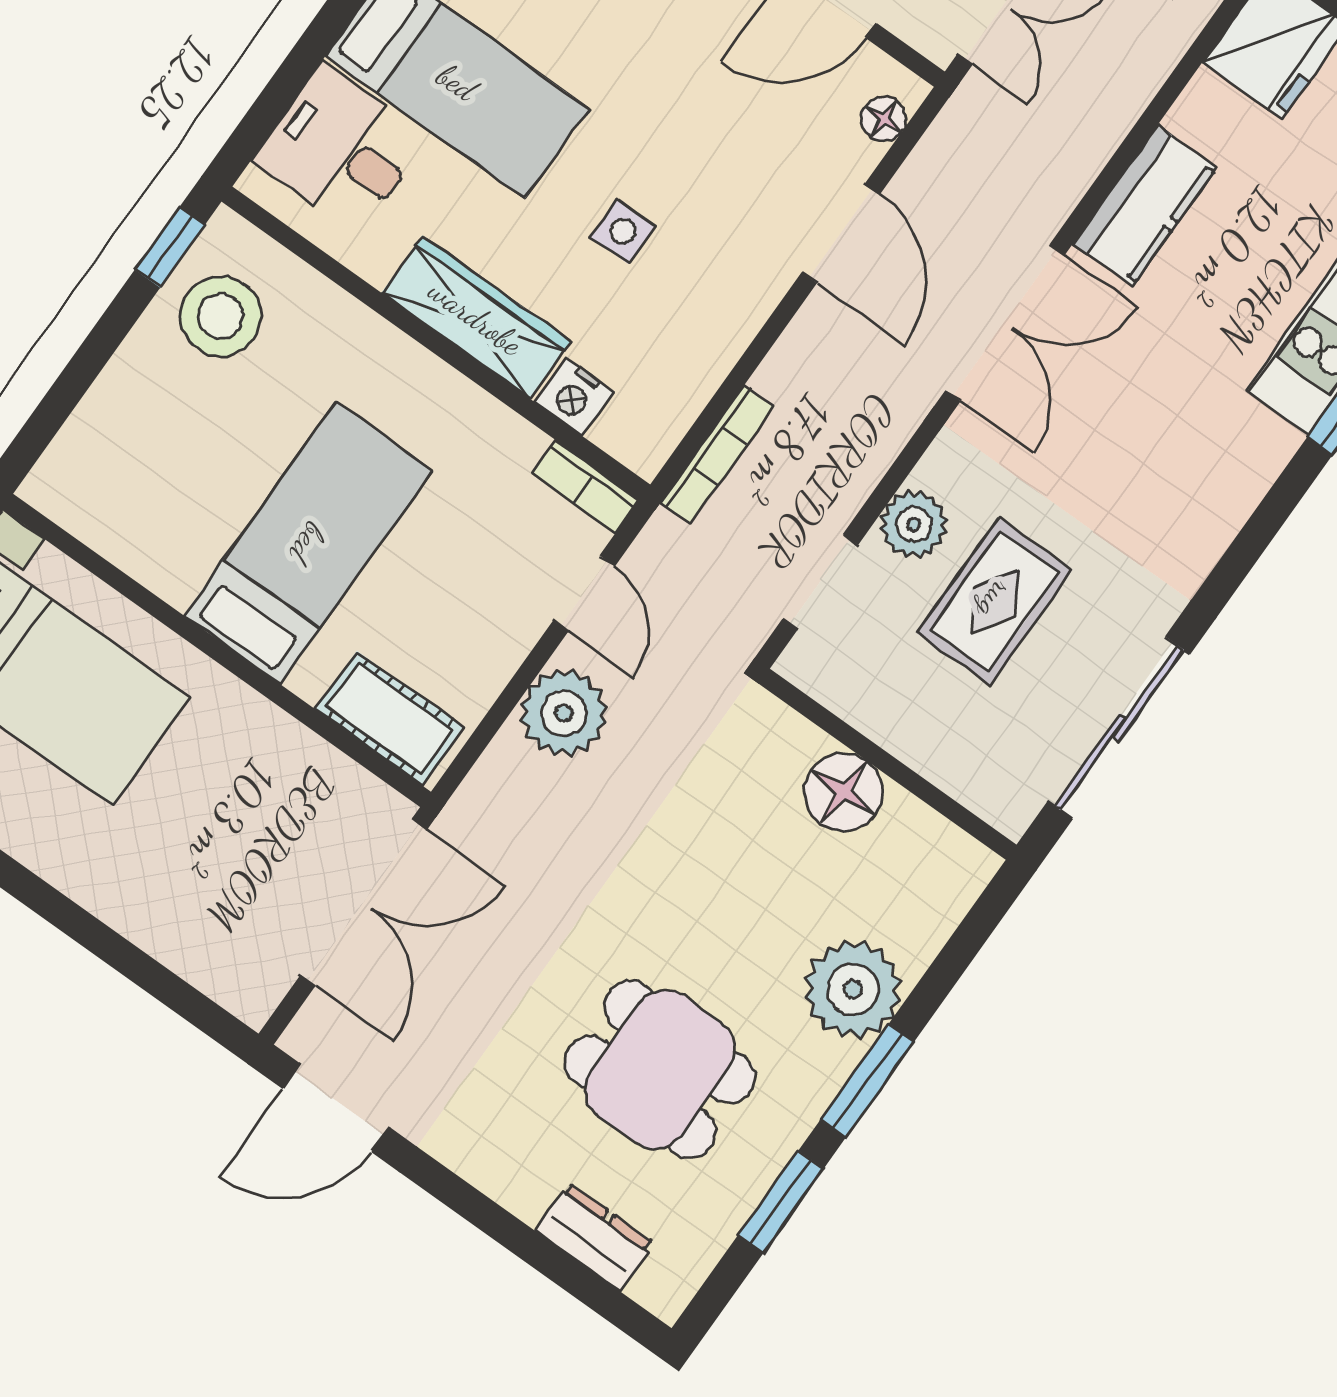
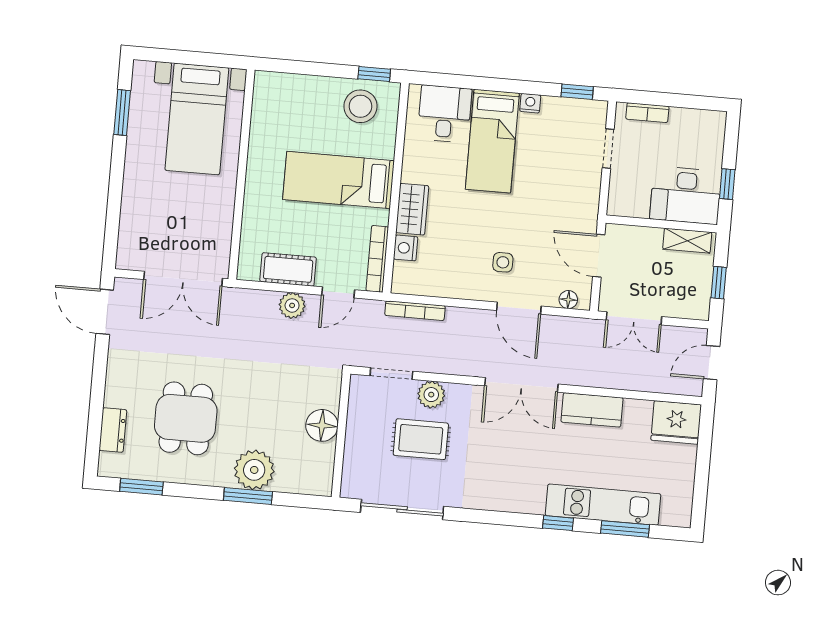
side table: (623, 231) -> (503, 262), moved
door: (841, 233) -> (519, 308), hinge flipped
wardrobe: (476, 317) -> (412, 209), width x0.67
bookcase: (585, 487) -> (377, 259), width x1.56
bed: (308, 543) -> (339, 180), moved, turned 180
plant: (564, 713) -> (292, 305), width x0.73, depth x0.73
cot: (390, 718) -> (288, 269), moved, turned 90
window: (867, 1081) -> (248, 496), moved
window: (781, 1202) -> (141, 487), moved

